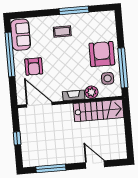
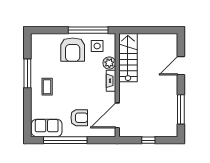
armchair: (102, 54) -> (73, 50), turned -90

